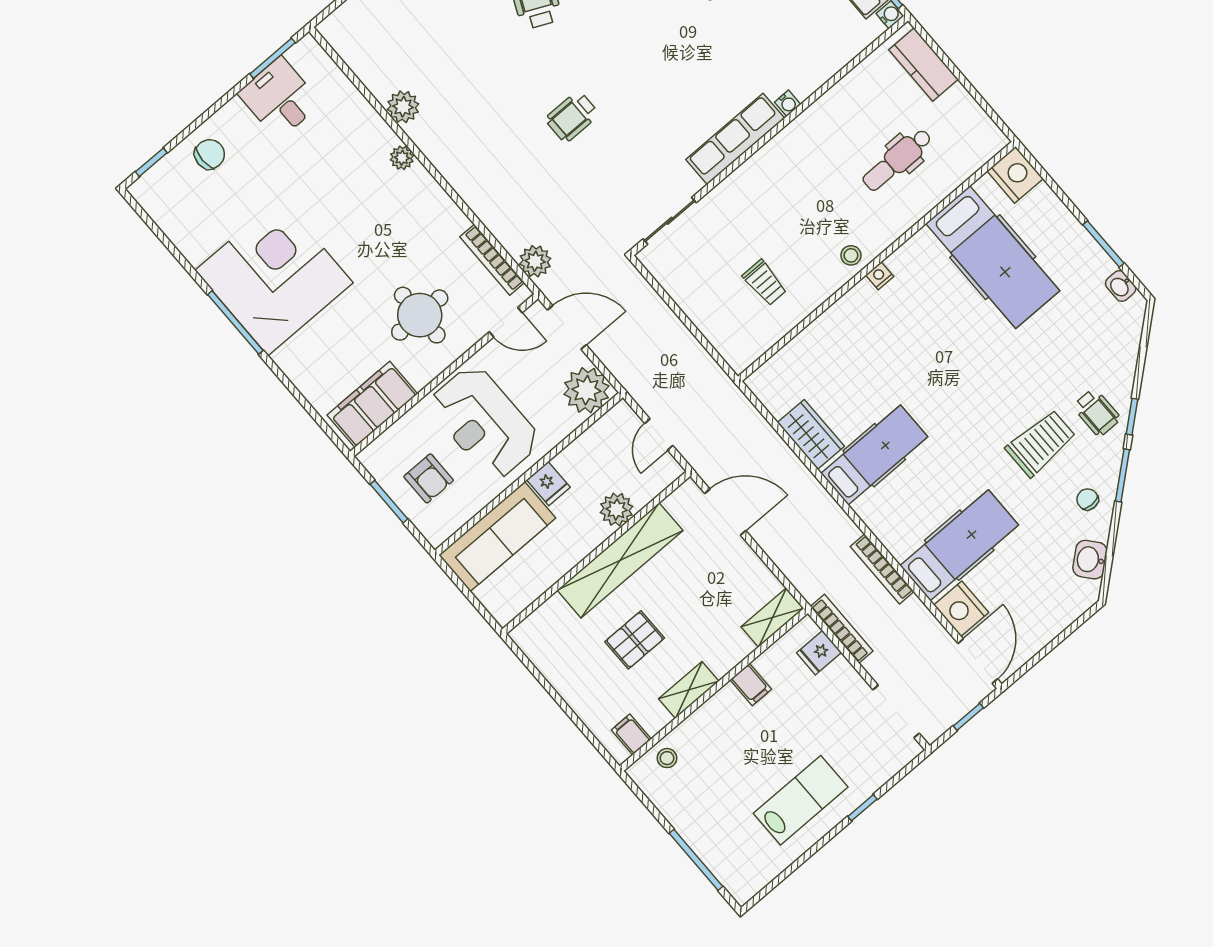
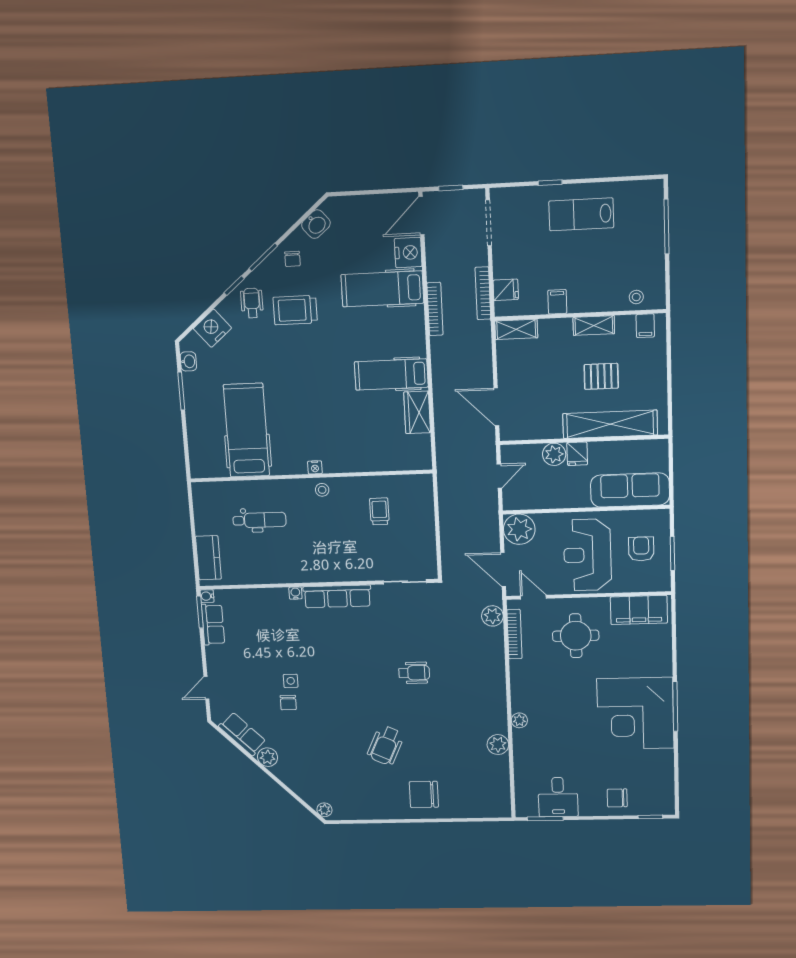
nightstand: (1015, 175) -> (212, 328), moved, turned 50
reception desk: (484, 422) -> (587, 555), turned 180
fridge: (548, 484) -> (577, 454), moved, turned 180
shelving: (620, 560) -> (610, 424), moved

